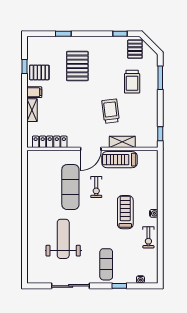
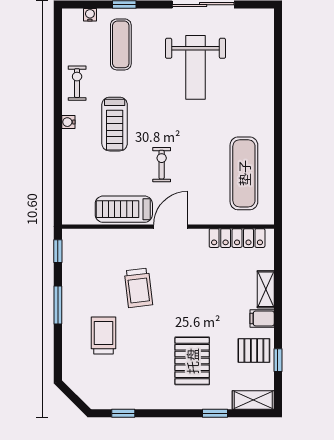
pallet: (135, 49) -> (99, 388), removed
window: (160, 78) -> (58, 305), moved
shelving: (122, 142) -> (253, 400), moved
treadmill: (120, 160) -> (124, 209), turned 180
exercise mat: (70, 187) -> (244, 173), moved
weight bench: (63, 239) -> (196, 67), moved
exercise mat: (106, 264) -> (121, 44), moved

